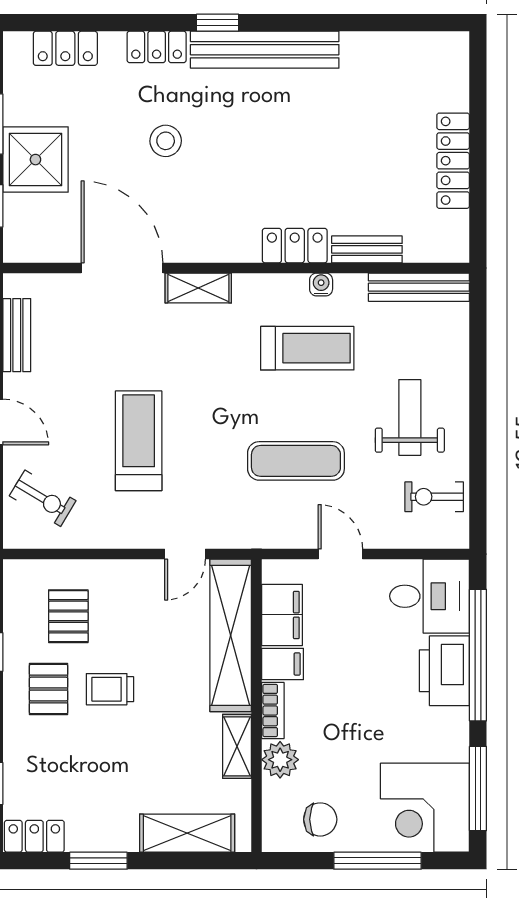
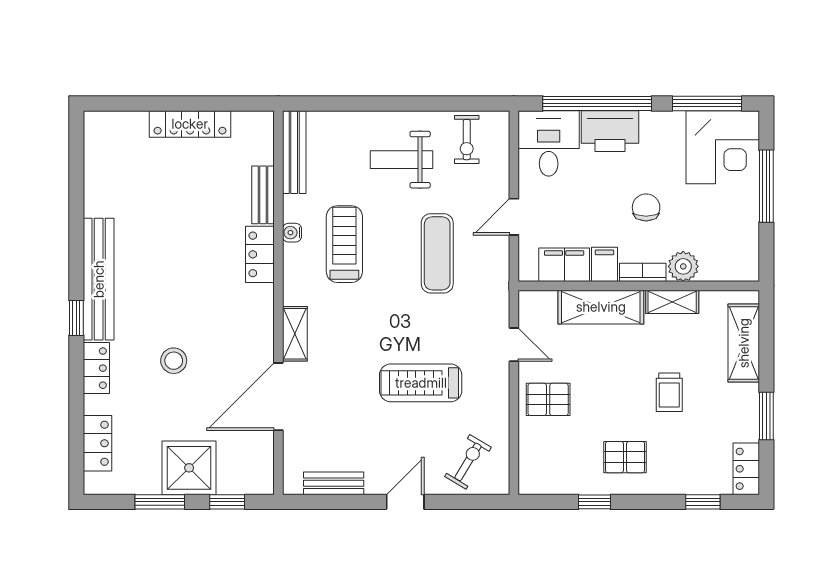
pallet: (68, 616) -> (548, 399), moved
shelving: (231, 635) -> (601, 307), width x0.68
trolley: (110, 689) -> (669, 392), moved
chair: (320, 819) -> (646, 207), moved

